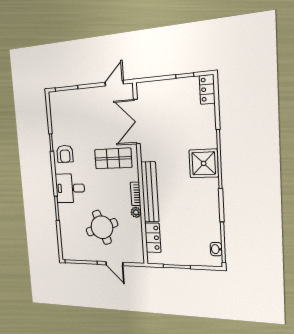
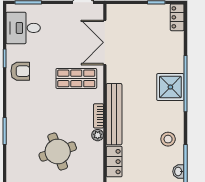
armchair: (65, 154) -> (20, 71), turned -90
desk: (70, 188) -> (23, 28), moved
stool: (204, 216) -> (168, 139), added

